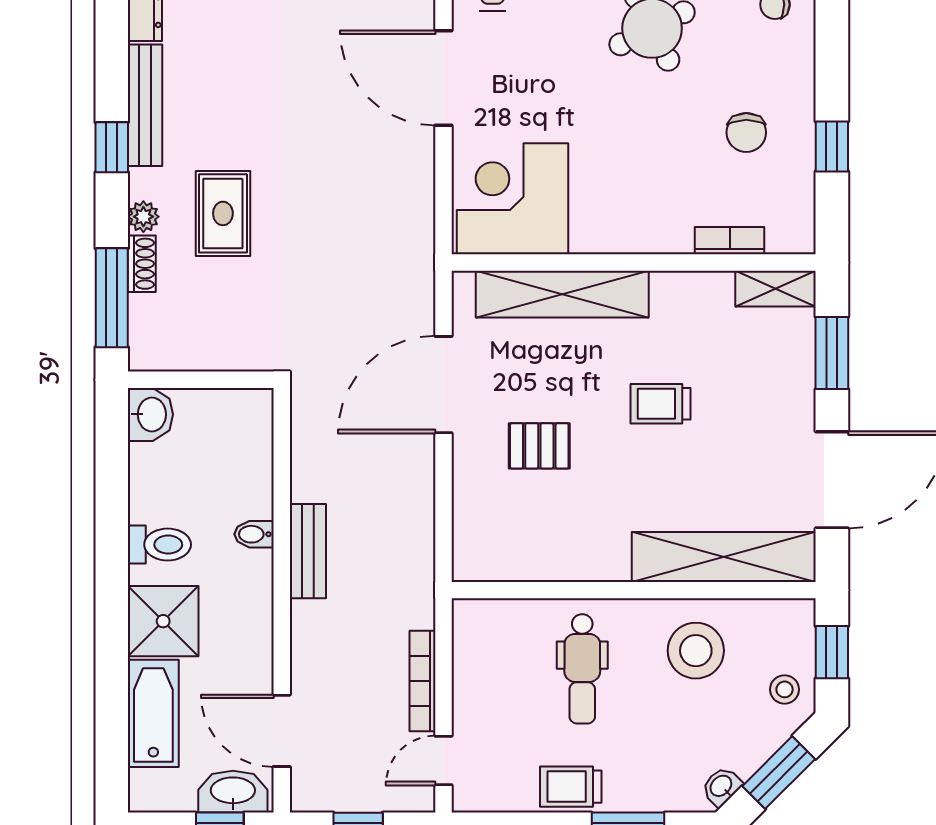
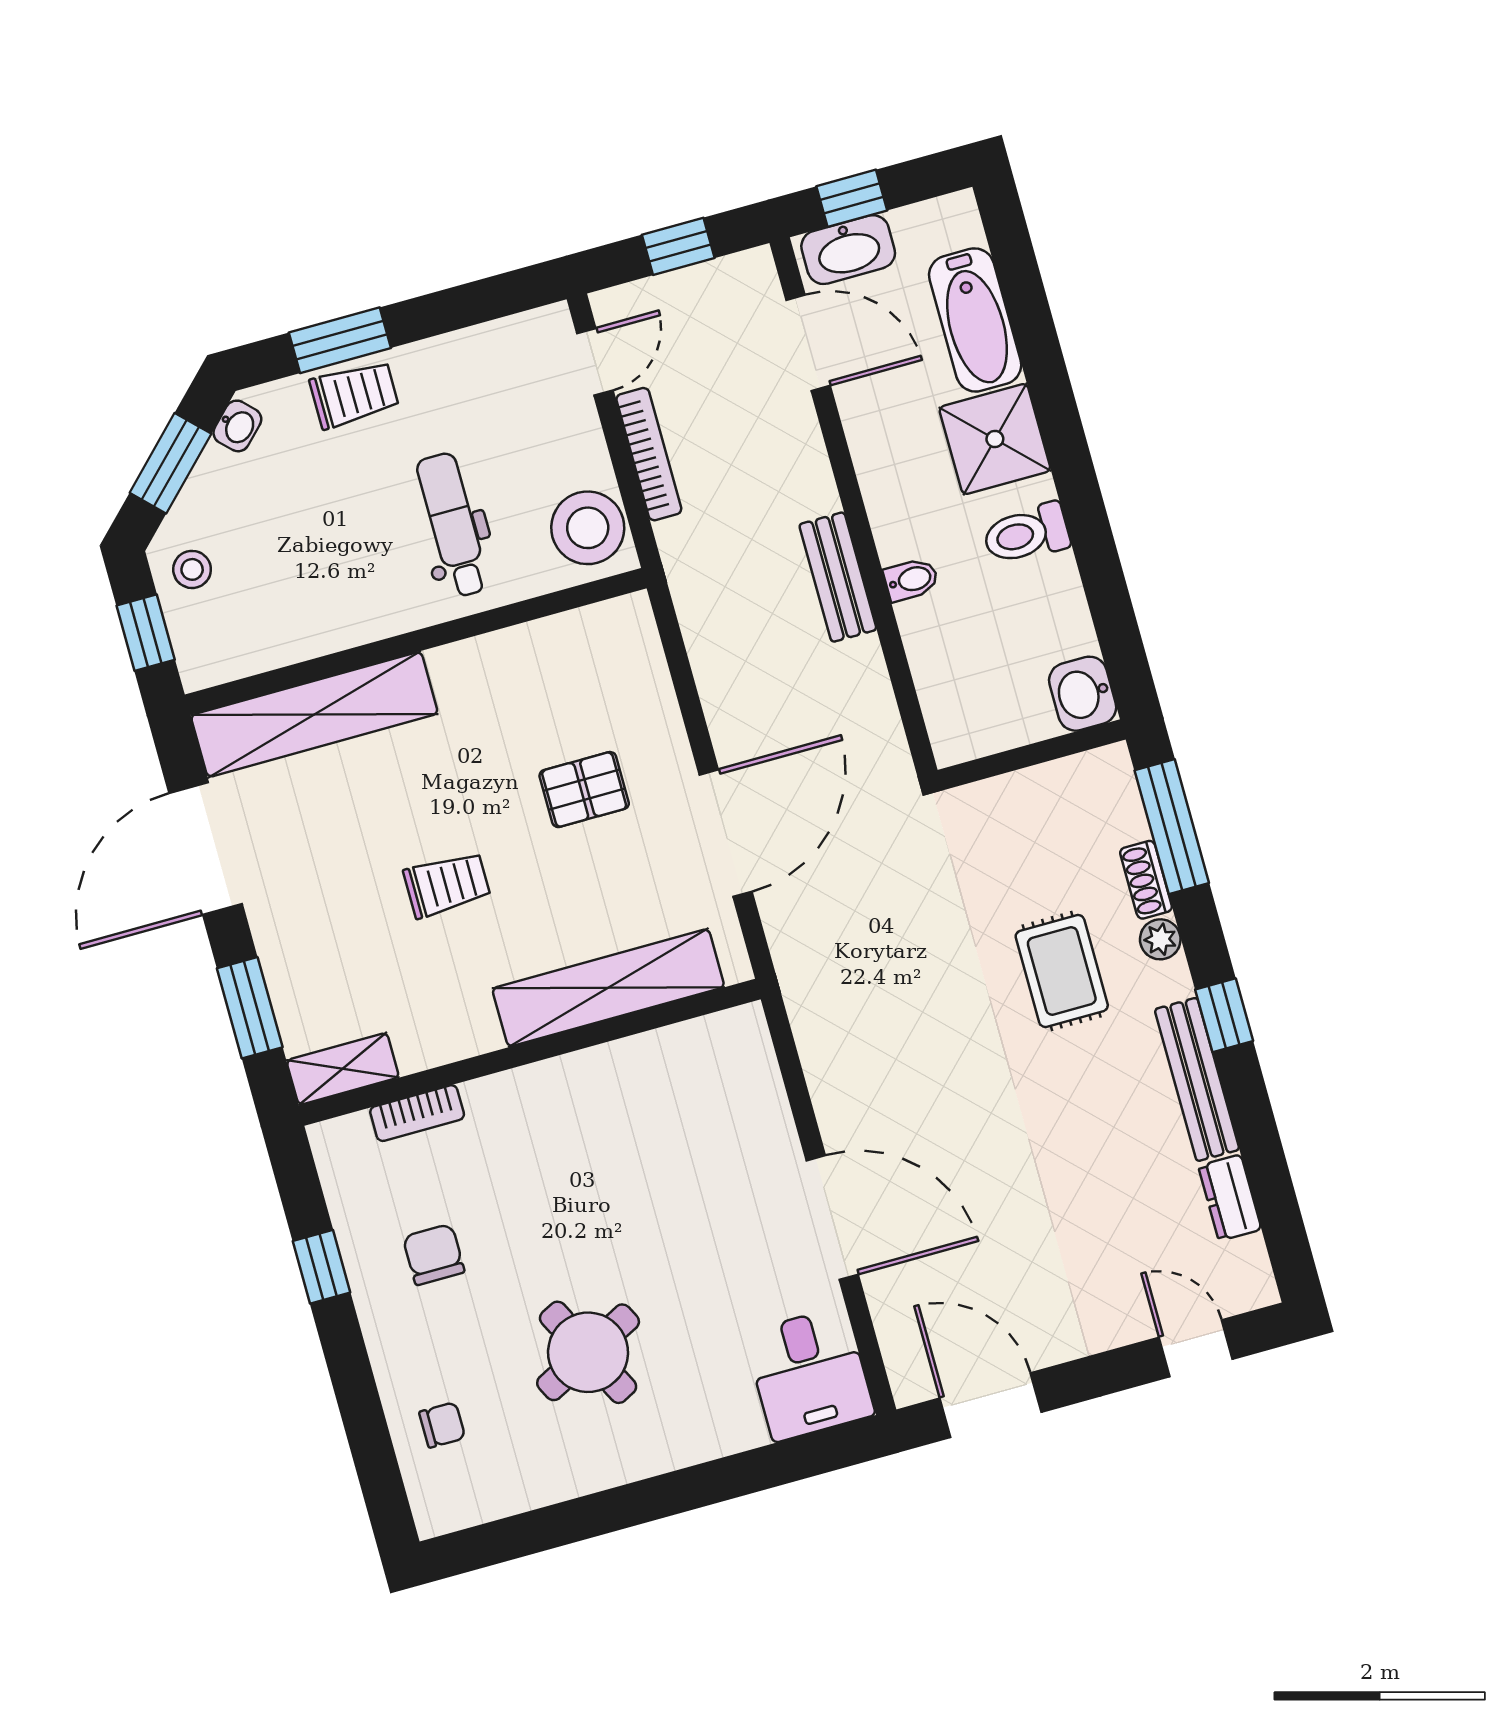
corner desk: (512, 199) -> (704, 1090), removed
stool: (696, 651) -> (588, 528), moved
trolley: (571, 787) -> (354, 394), moved

